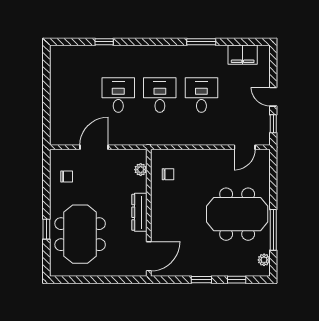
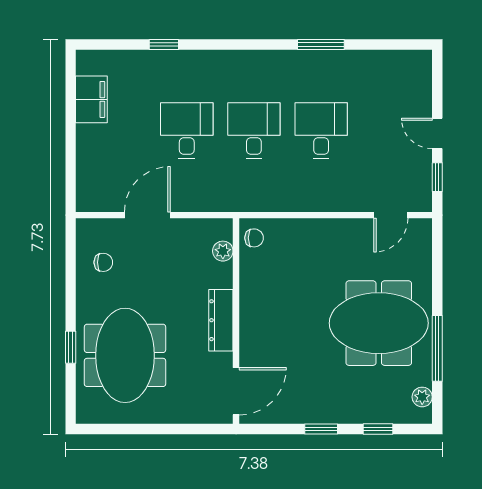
filing cabinet: (243, 55) -> (91, 99), moved, turned -90
chair: (168, 174) -> (254, 238), moved

